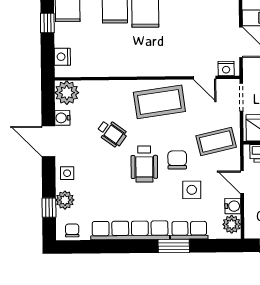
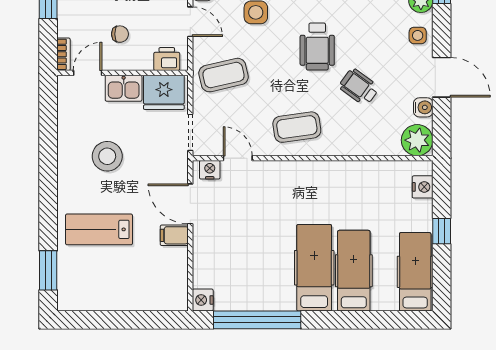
coffee table: (159, 102) -> (297, 127), width x0.73, depth x0.76
chair: (177, 160) -> (274, 51), removed
wheelchair: (144, 164) -> (317, 47), turned 180

